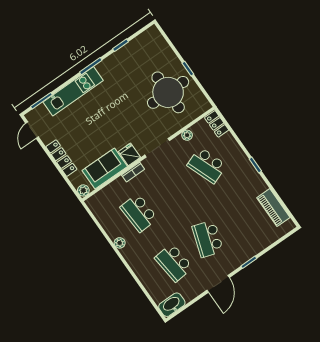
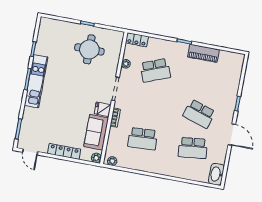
kitchen unit: (73, 91) -> (36, 81), moved
round table: (168, 92) -> (89, 49), width x0.73, depth x0.73
piano: (273, 208) -> (203, 53), moved
plant: (120, 243) -> (112, 161), moved

